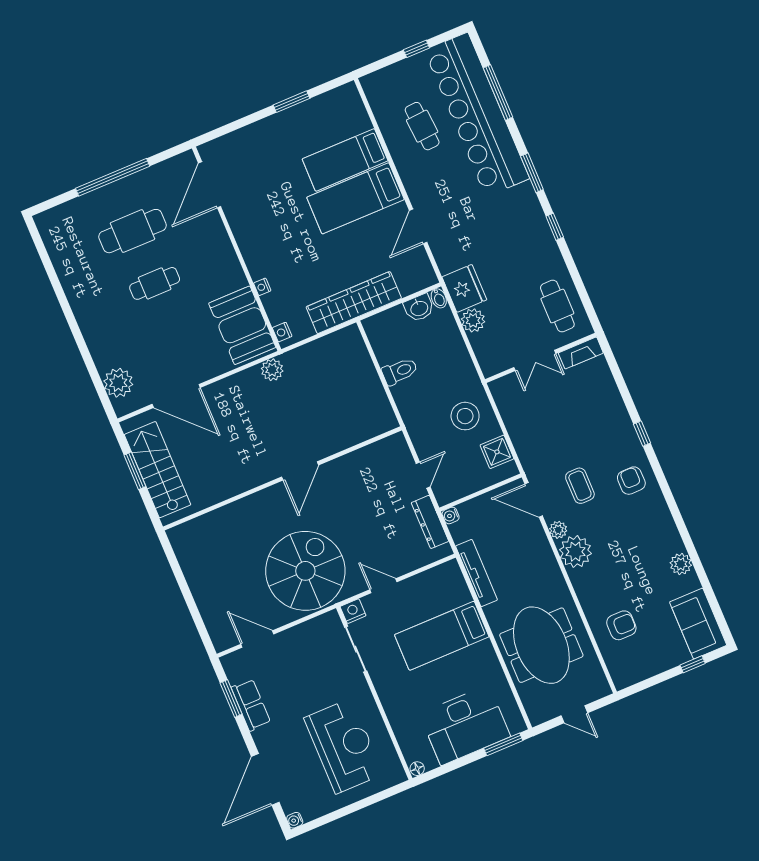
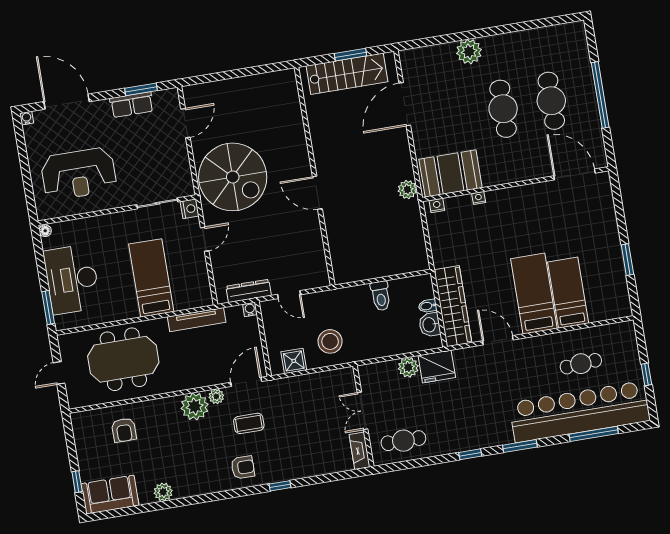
cafe table: (155, 283) -> (503, 109), width x1.37, depth x1.35
bidet: (439, 298) -> (428, 306), moved
wardrobe: (354, 303) -> (453, 306), moved
plant: (118, 383) -> (469, 52), moved

